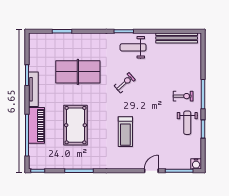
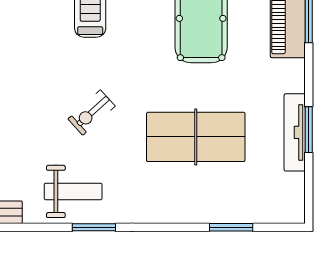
tv unit: (33, 89) -> (295, 132), moved

